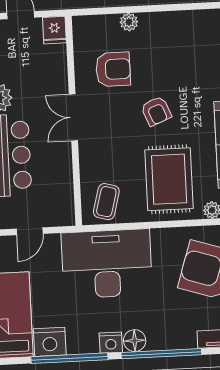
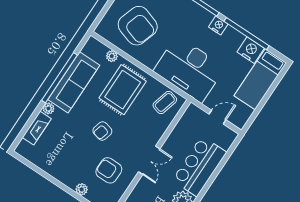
armchair: (156, 111) -> (102, 131), turned -143
floor lamp: (135, 341) -> (205, 17), removed

